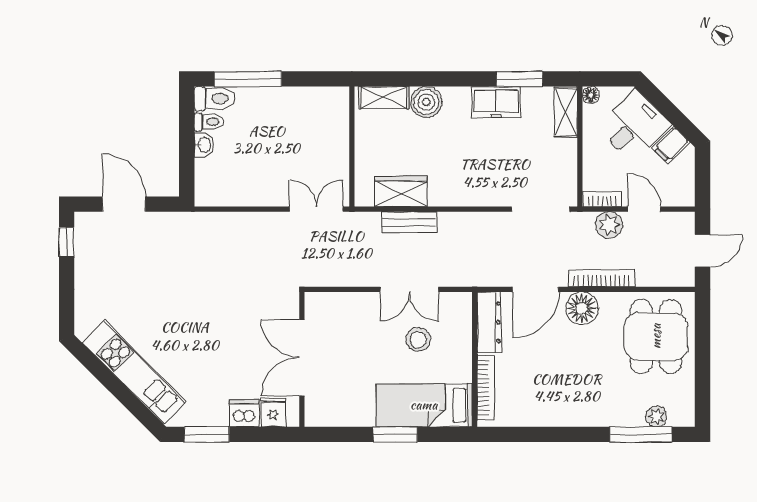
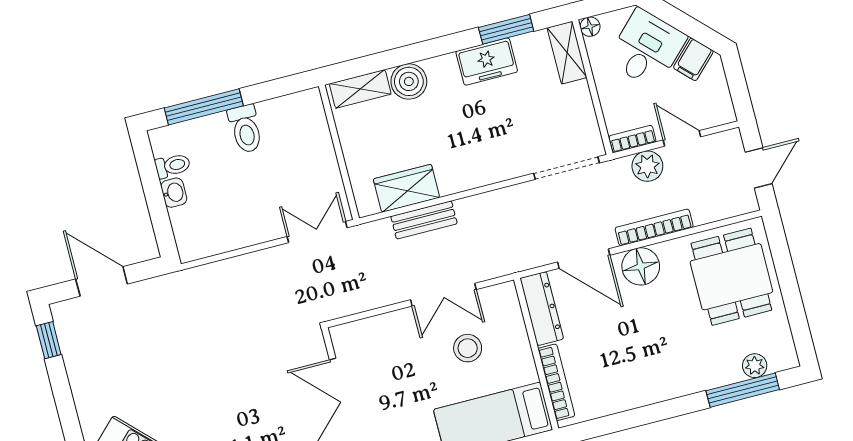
toilet: (214, 99) -> (245, 129), moved, turned 90
door: (535, 289) -> (584, 259), hinge flipped

